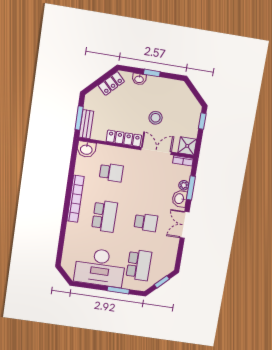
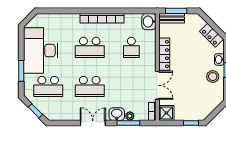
stool: (156, 118) -> (213, 77), moved
school desk: (146, 222) -> (90, 86), width x1.85

